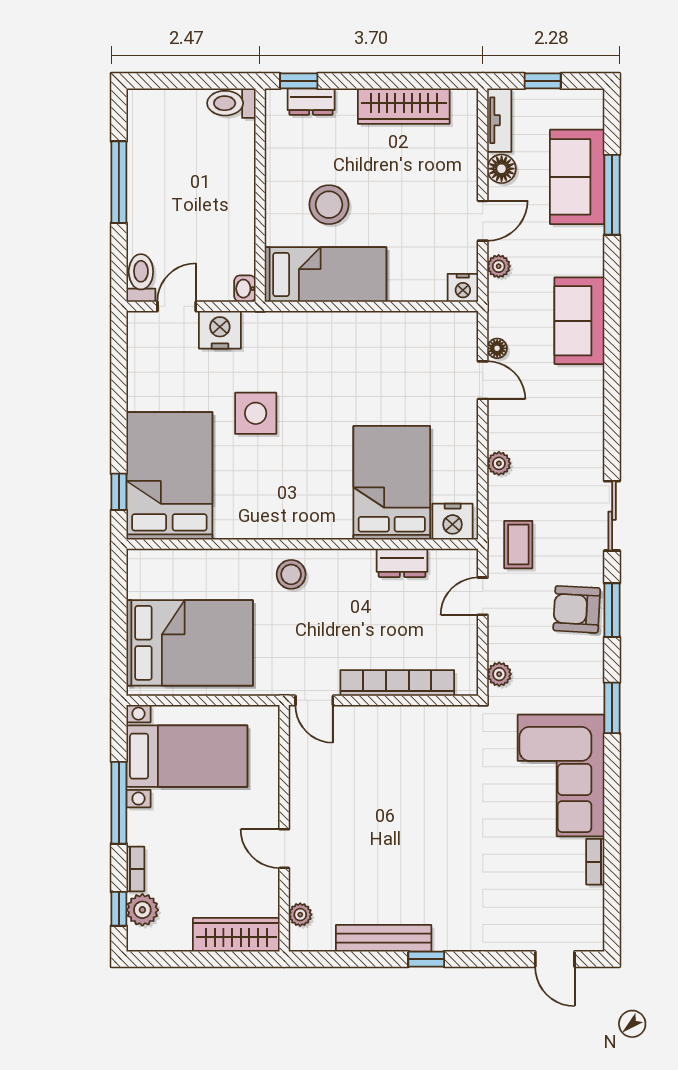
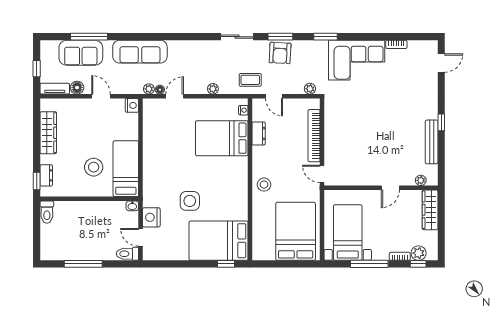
plant: (499, 266) -> (149, 89), moved
sofa: (579, 321) -> (140, 52), width x1.36
nightstand: (453, 522) -> (243, 110), width x0.53, depth x0.56
door: (314, 700) -> (322, 174), swing flipped

